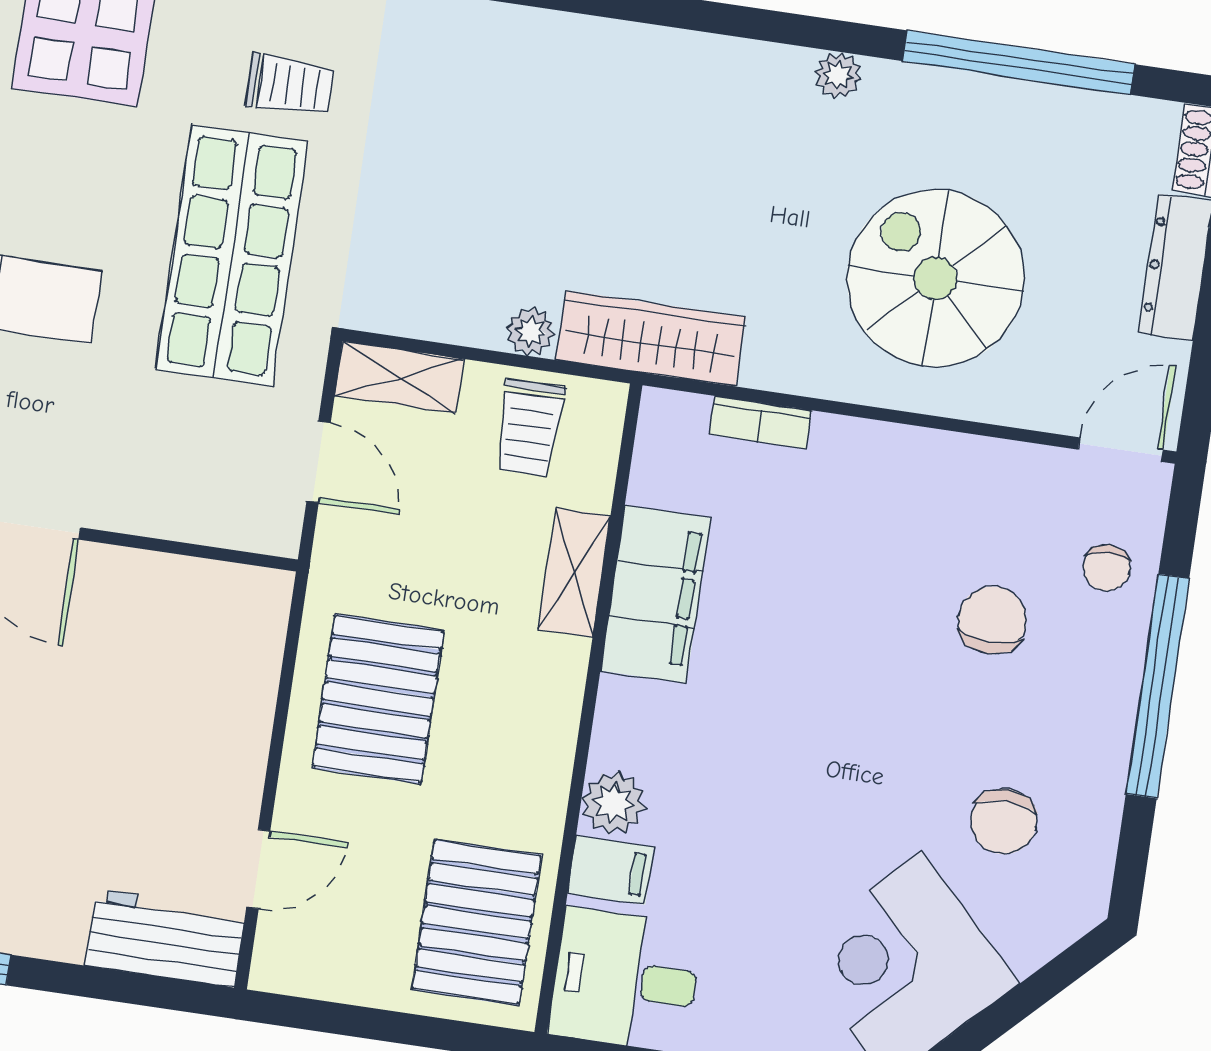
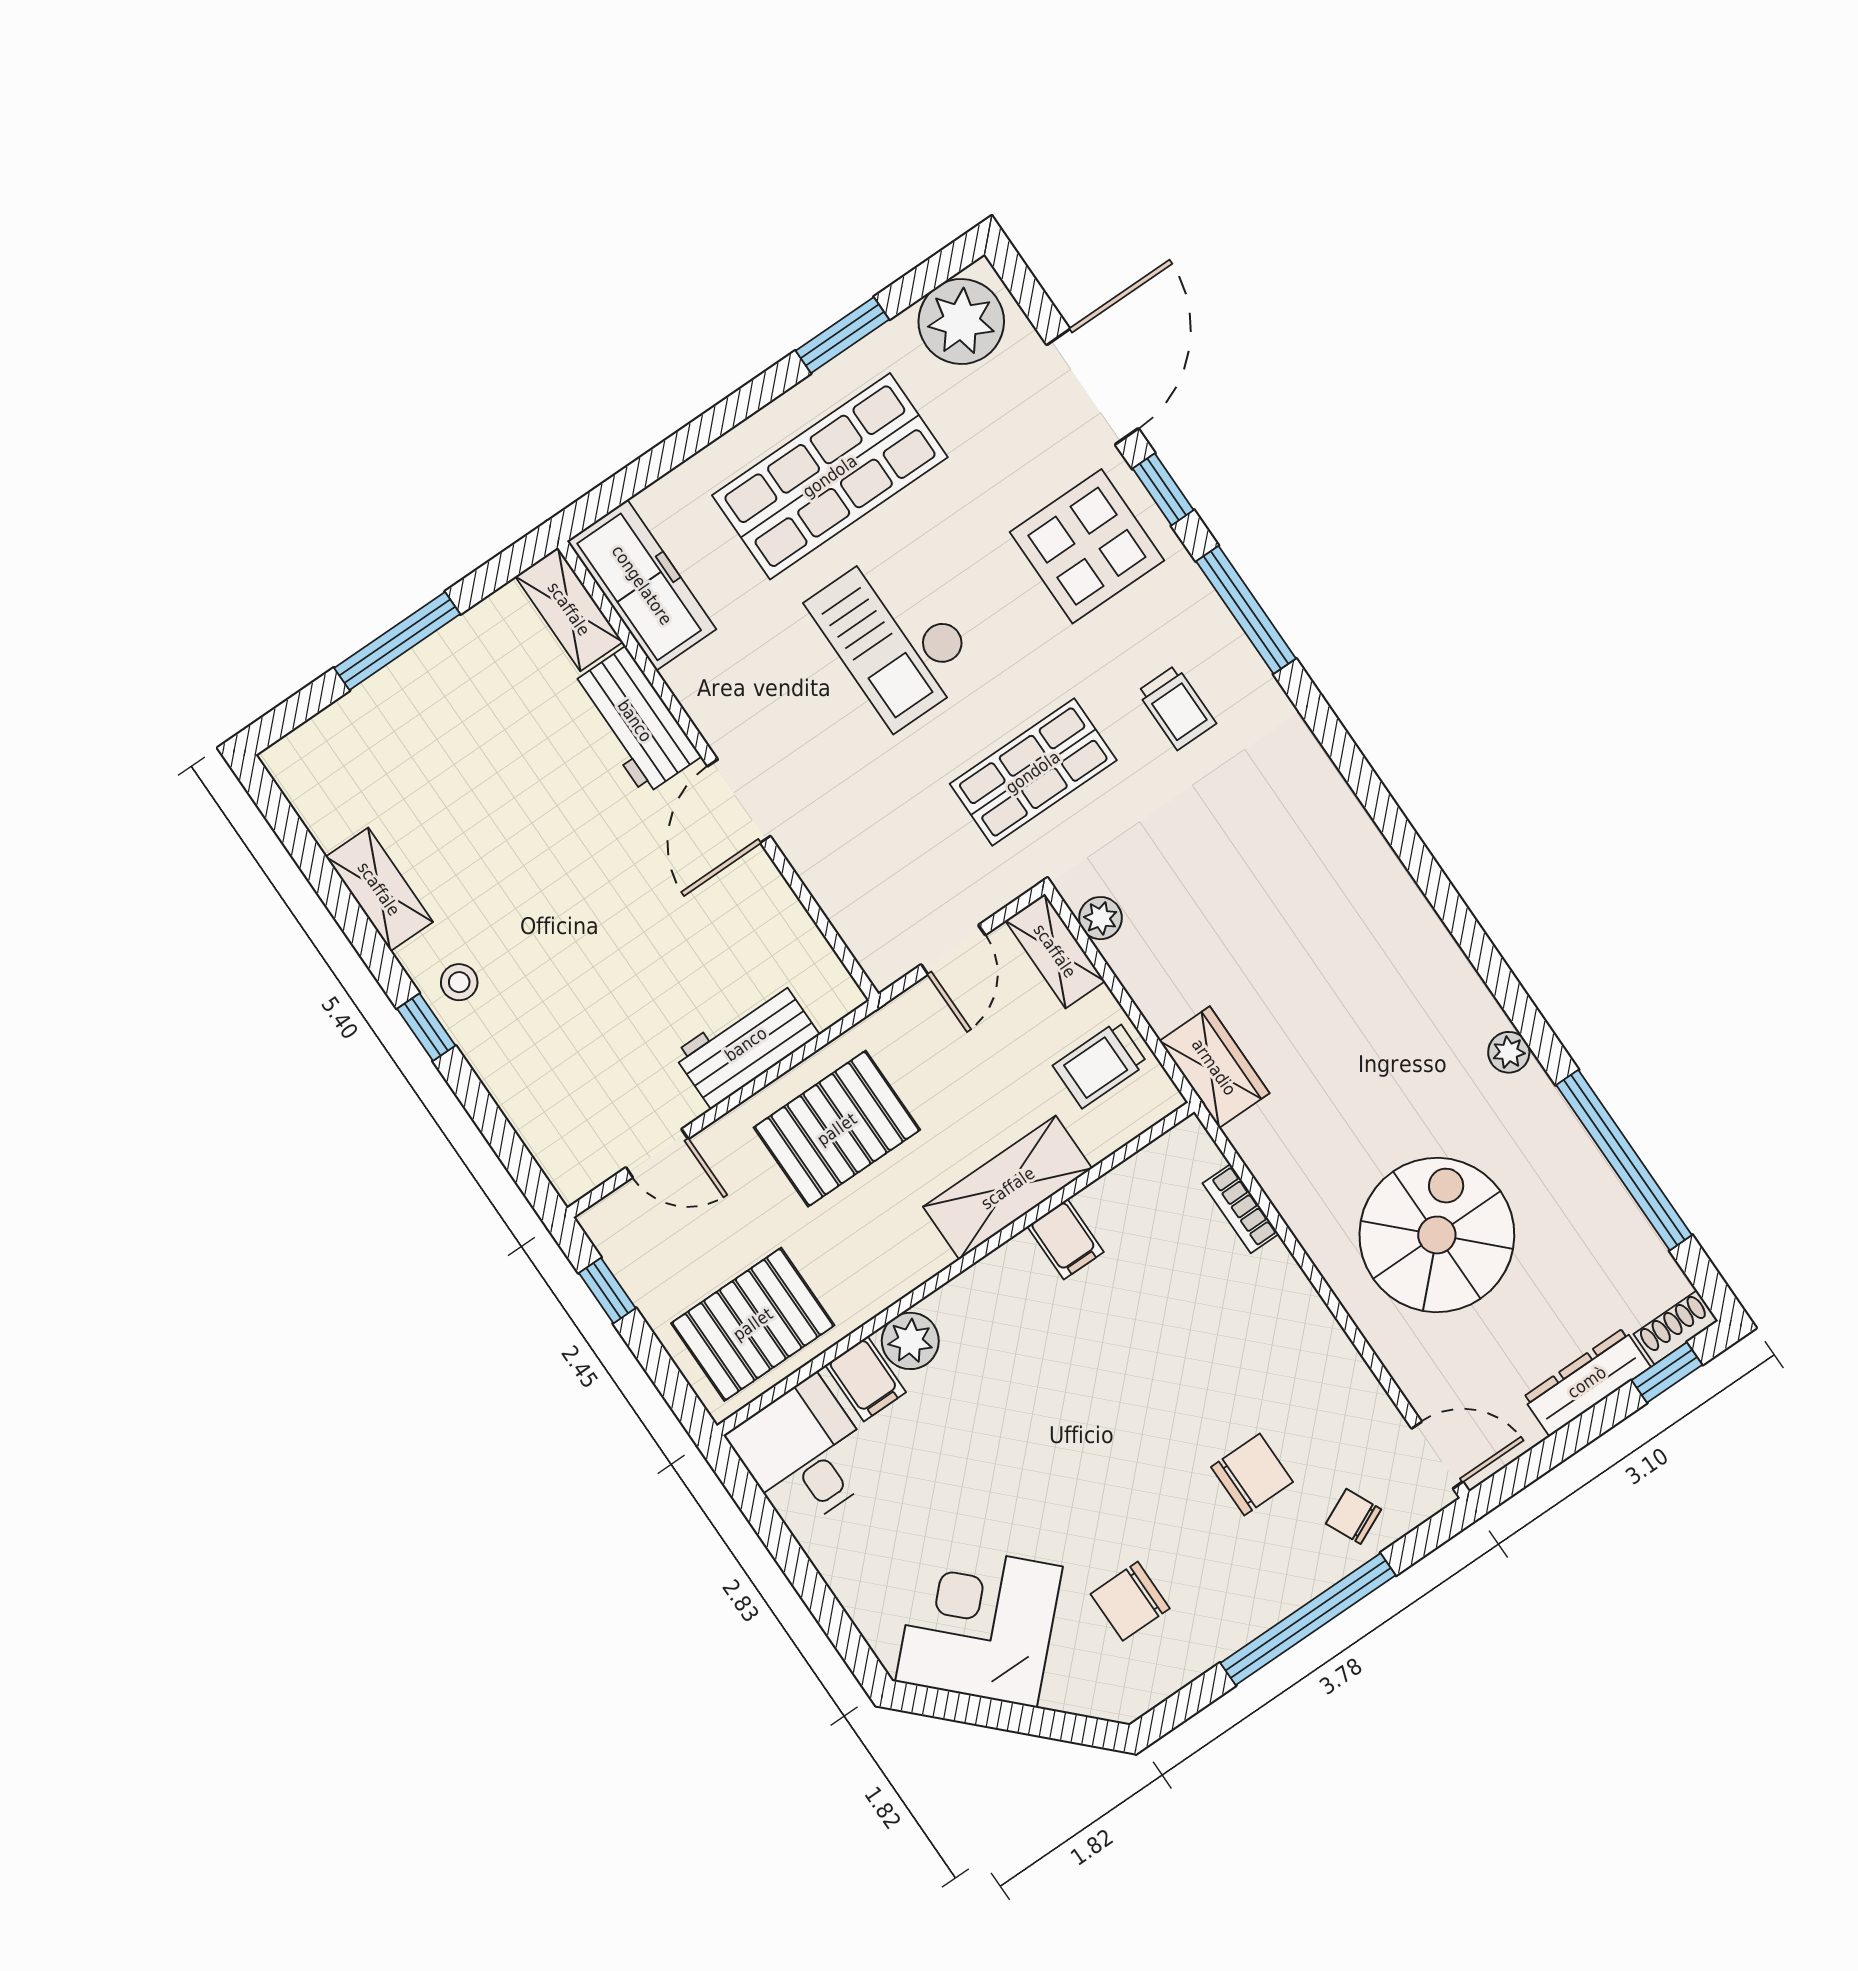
shop shelf: (232, 256) -> (1033, 772), width x0.70, depth x0.74
plant: (530, 332) -> (1100, 918), moved
wardrobe: (651, 338) -> (1214, 1067), width x0.67
chair: (1107, 568) -> (1353, 1516), turned 65
shelving: (574, 573) -> (1008, 1188), width x1.50, depth x1.33
filing cabinet: (655, 594) -> (1066, 1239), width x0.33, depth x0.86
workbench: (165, 938) -> (746, 1044), moved, turned -90
window: (335, 1018) -> (607, 1291), added

